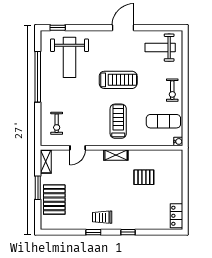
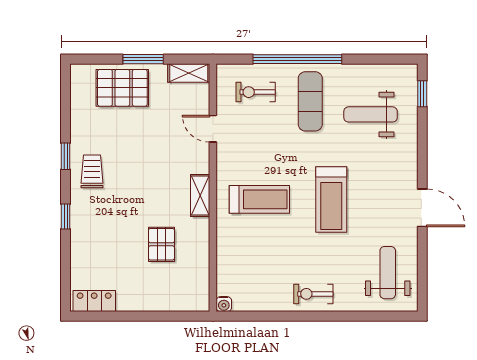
weight bench: (70, 57) -> (371, 114), width x0.73, depth x0.75
window: (38, 77) -> (297, 59), moved
exercise mat: (163, 121) -> (310, 101), moved

